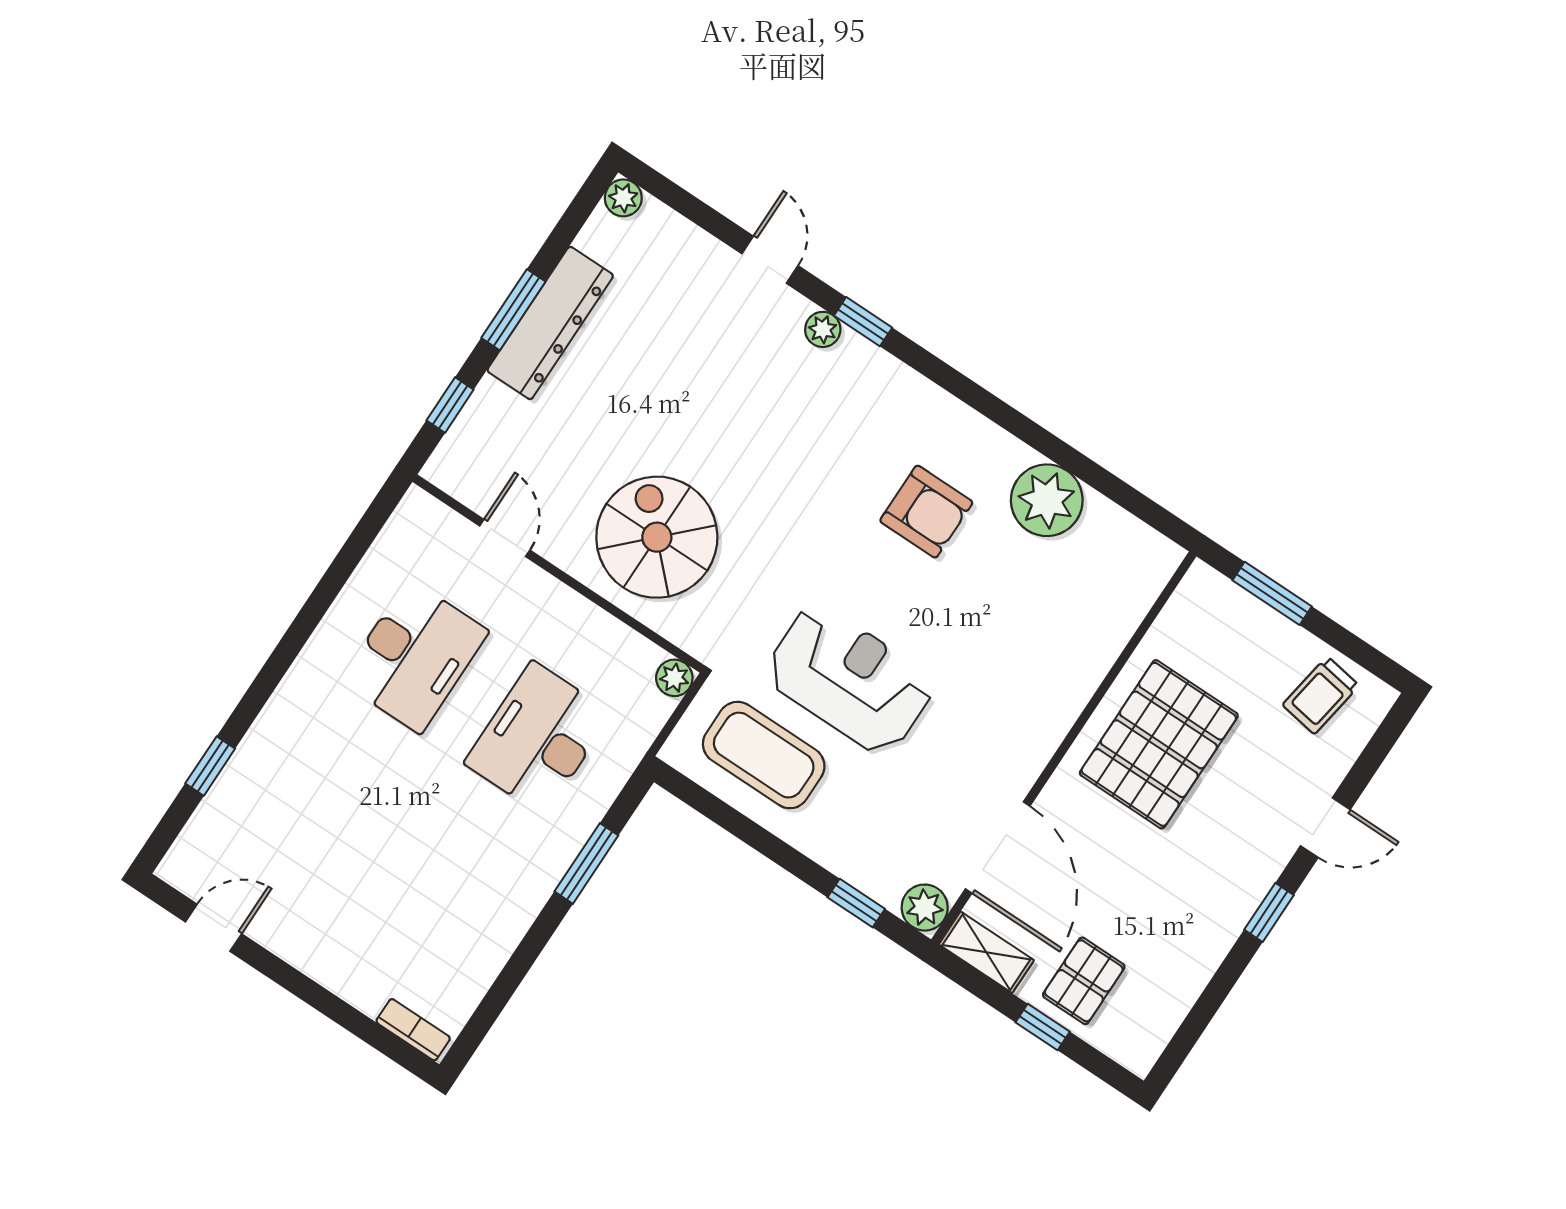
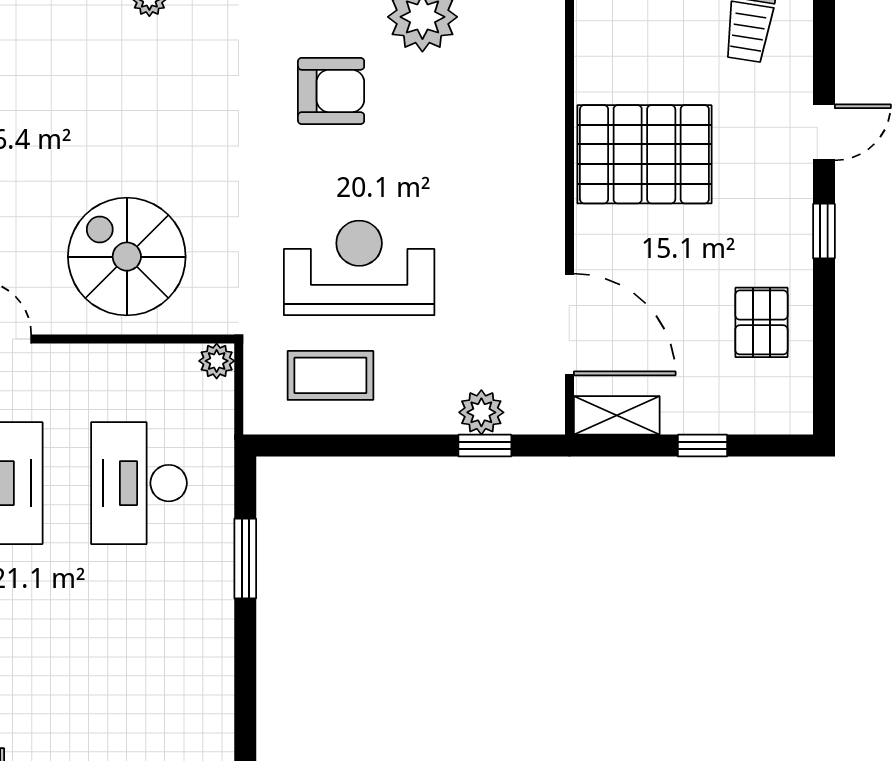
pallet: (1159, 744) -> (644, 154), turned 90
coffee table: (764, 755) -> (330, 375), width x0.73, depth x0.76
plant: (925, 908) -> (481, 412), moved
pallet: (1084, 981) -> (761, 322), moved

